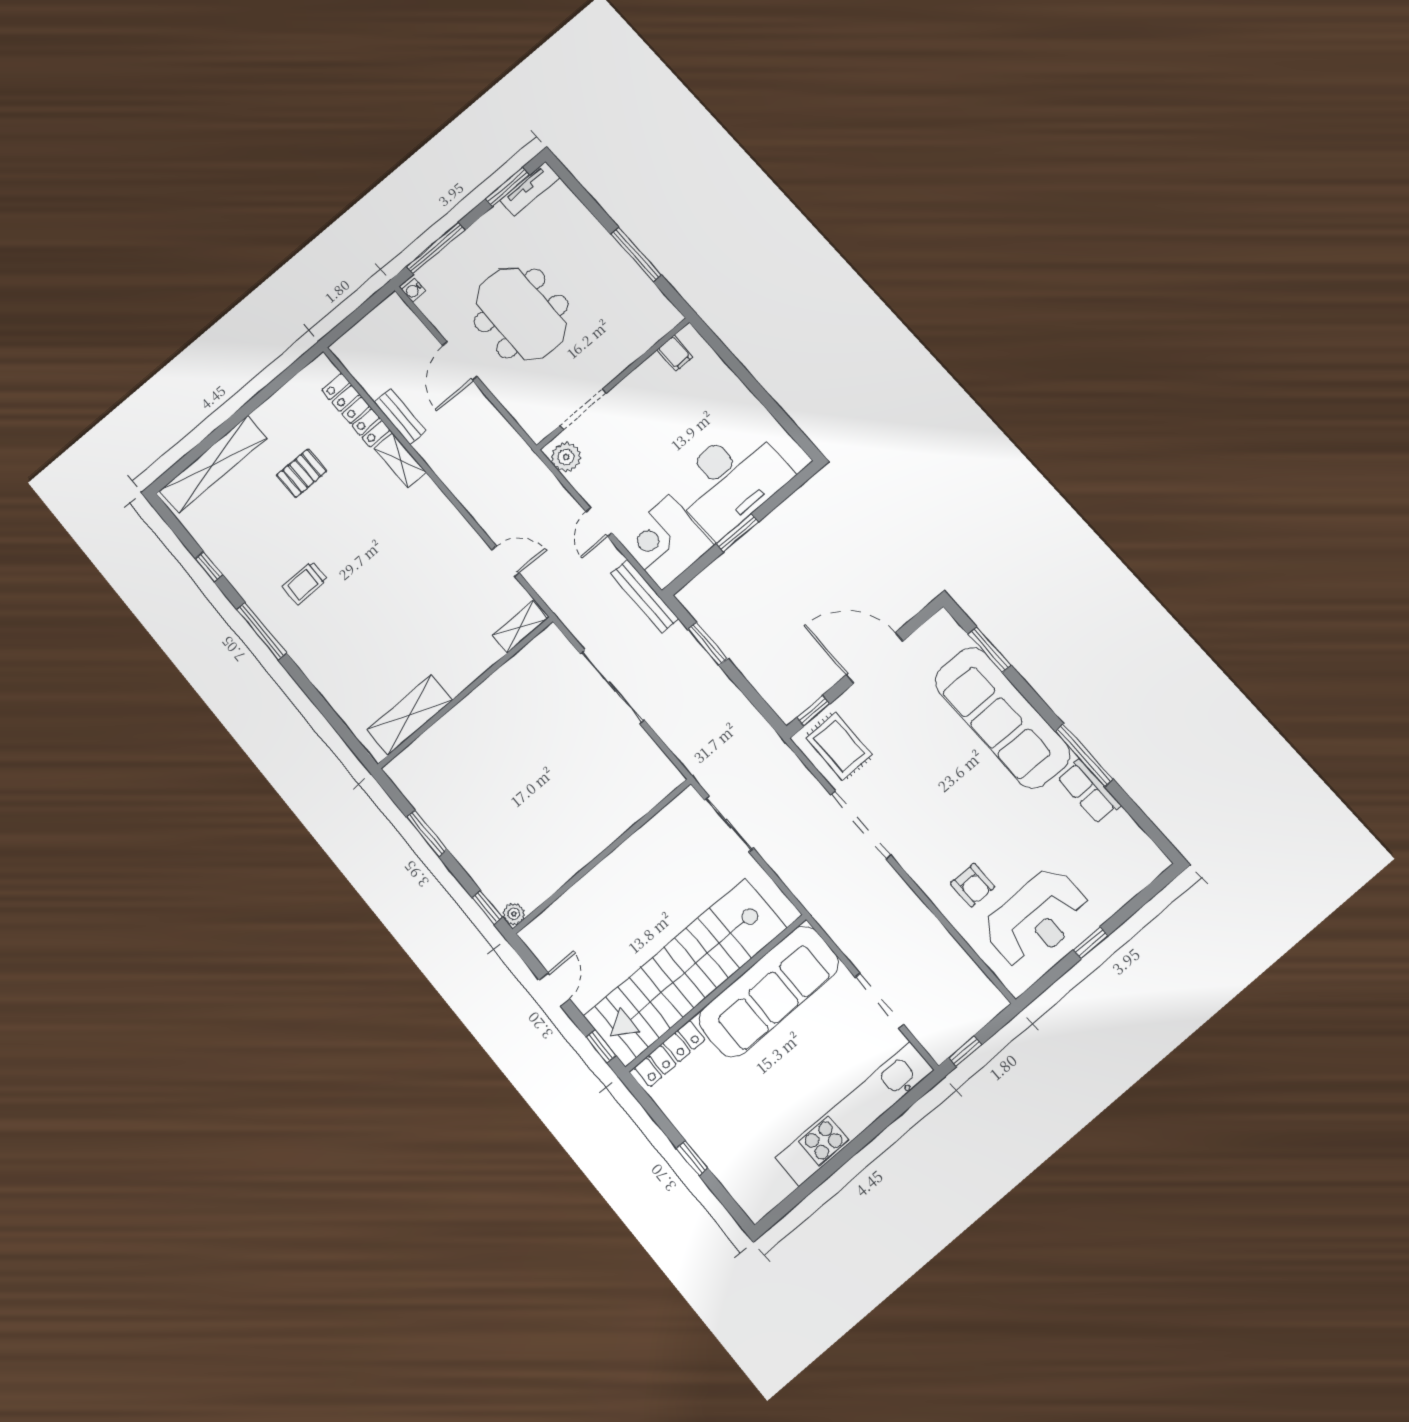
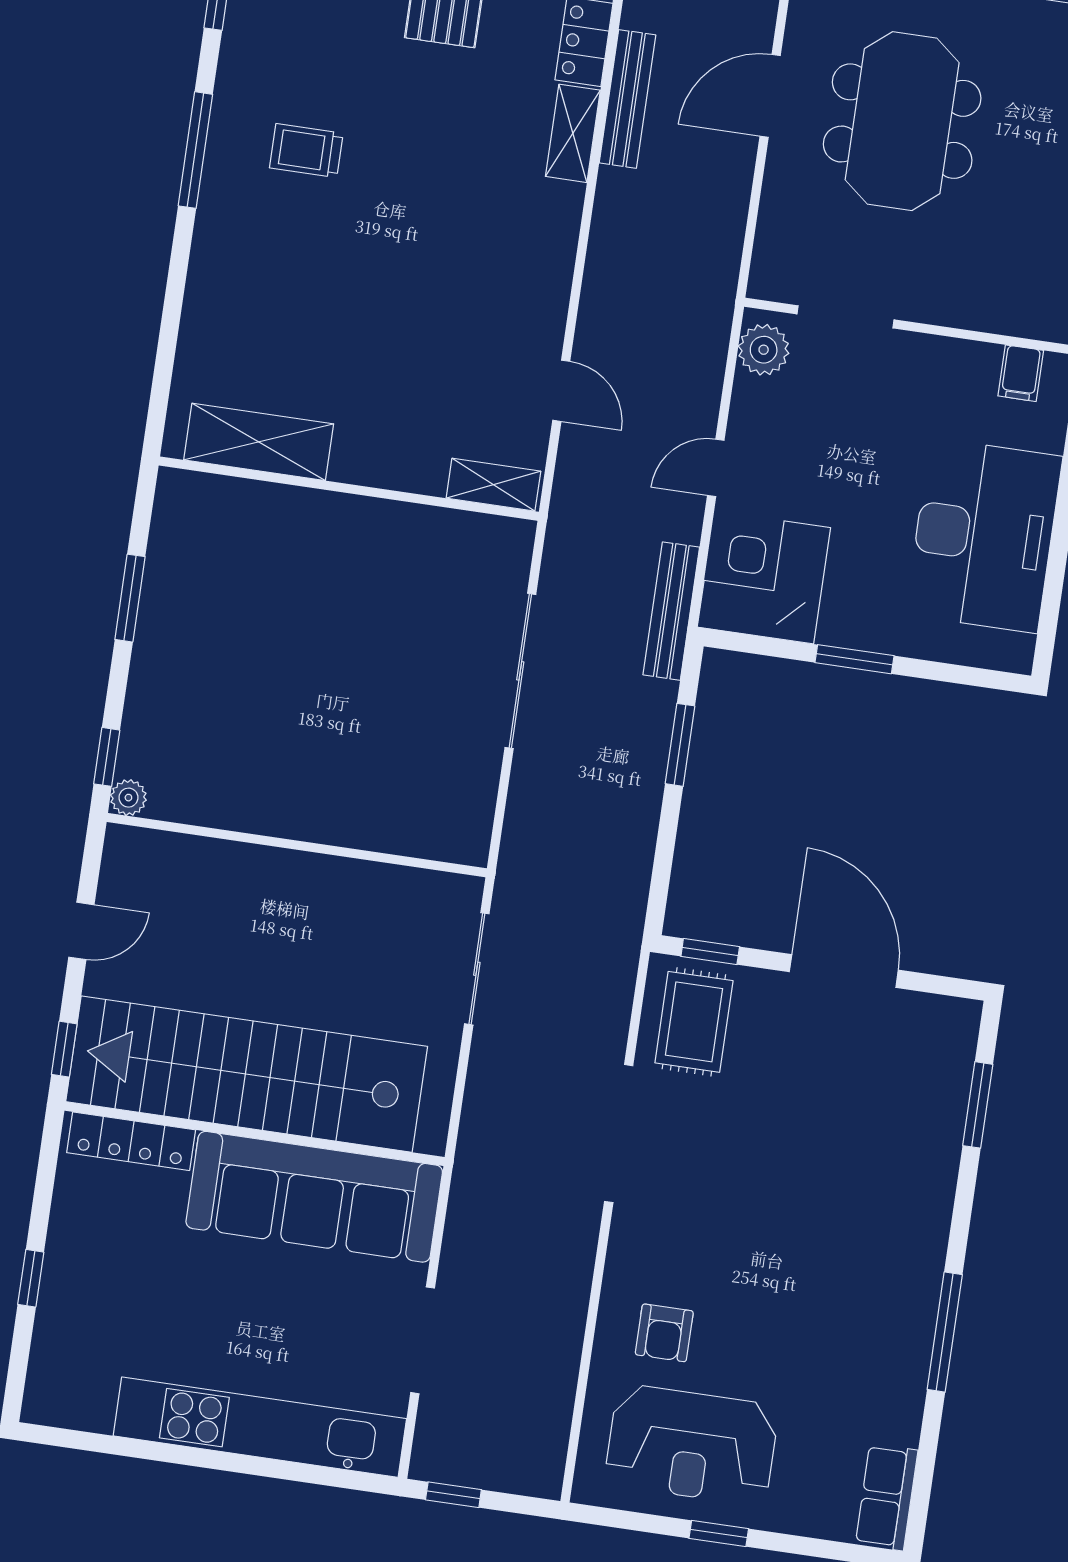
bench: (400, 416) -> (627, 99), width x1.36
desk: (731, 480) -> (984, 535), moved, turned -90
sofa: (1002, 718) -> (905, 1193), removed
row of seats: (1089, 791) -> (887, 1497), moved

